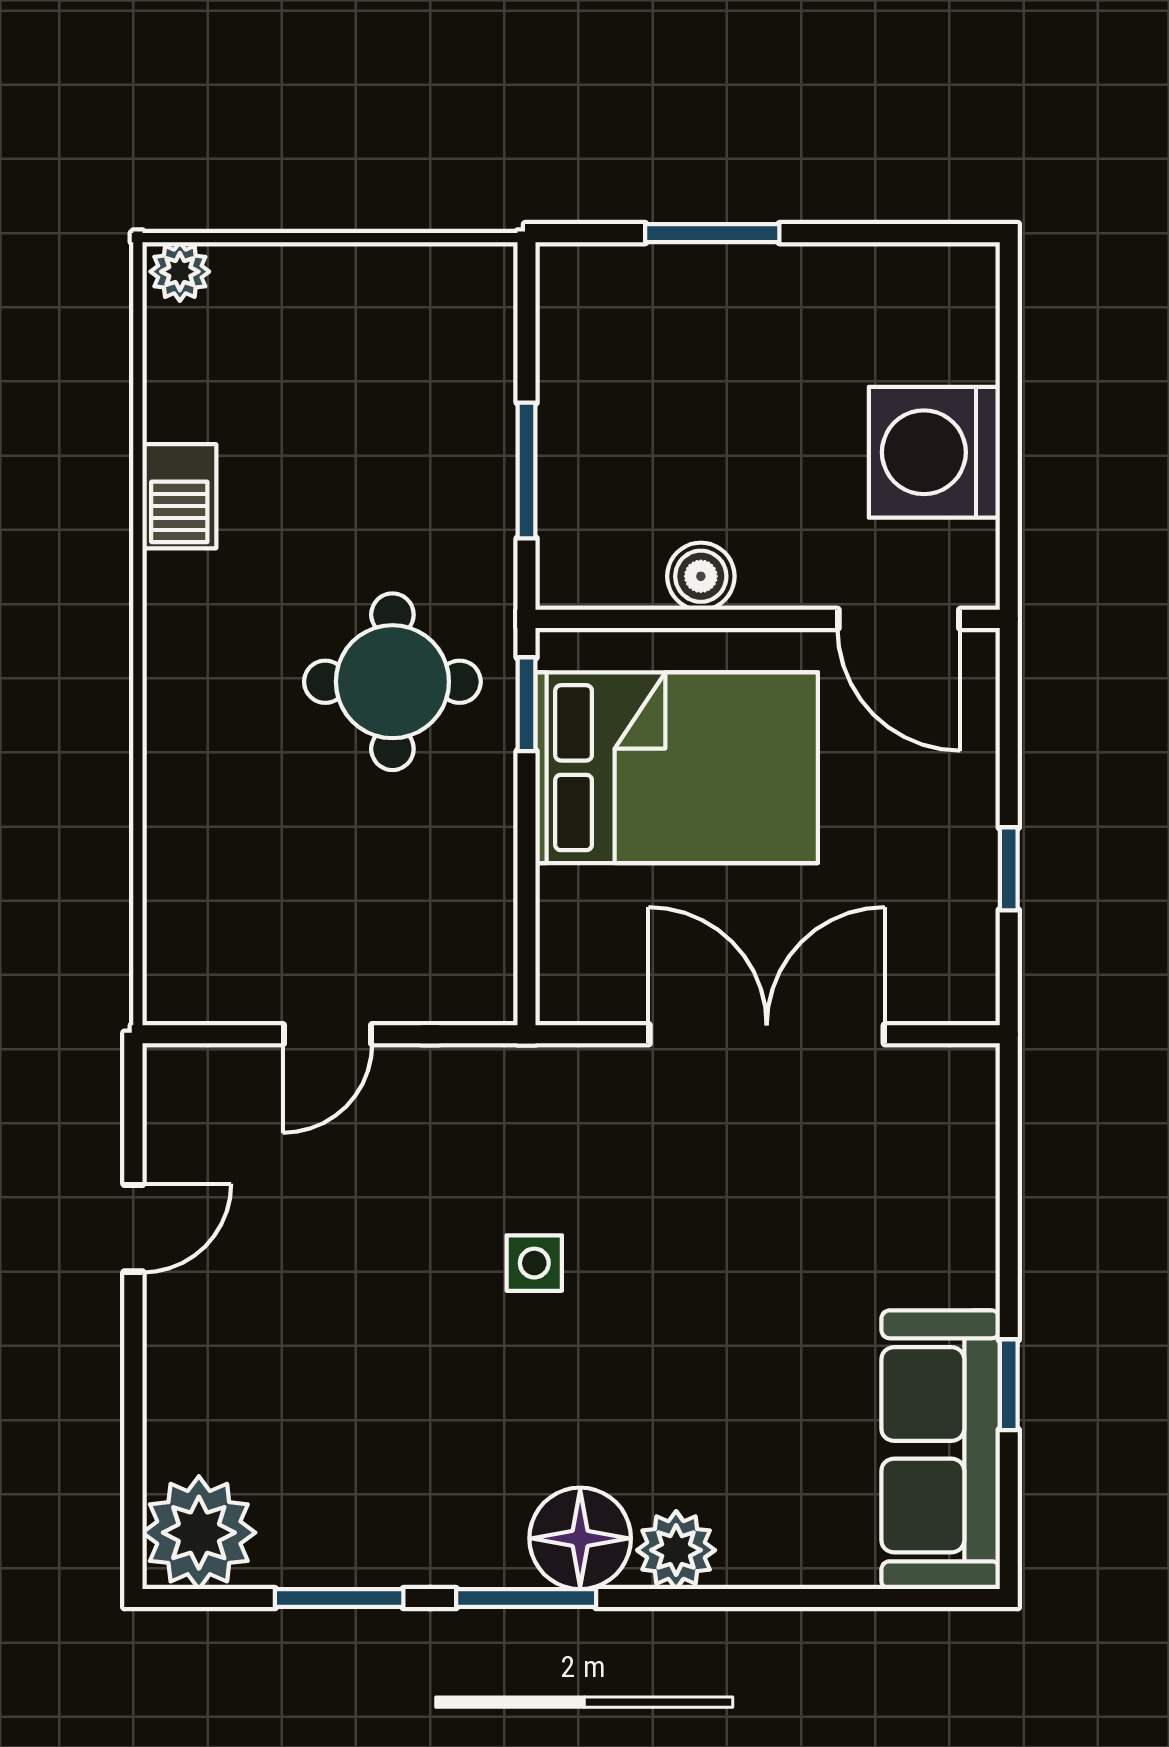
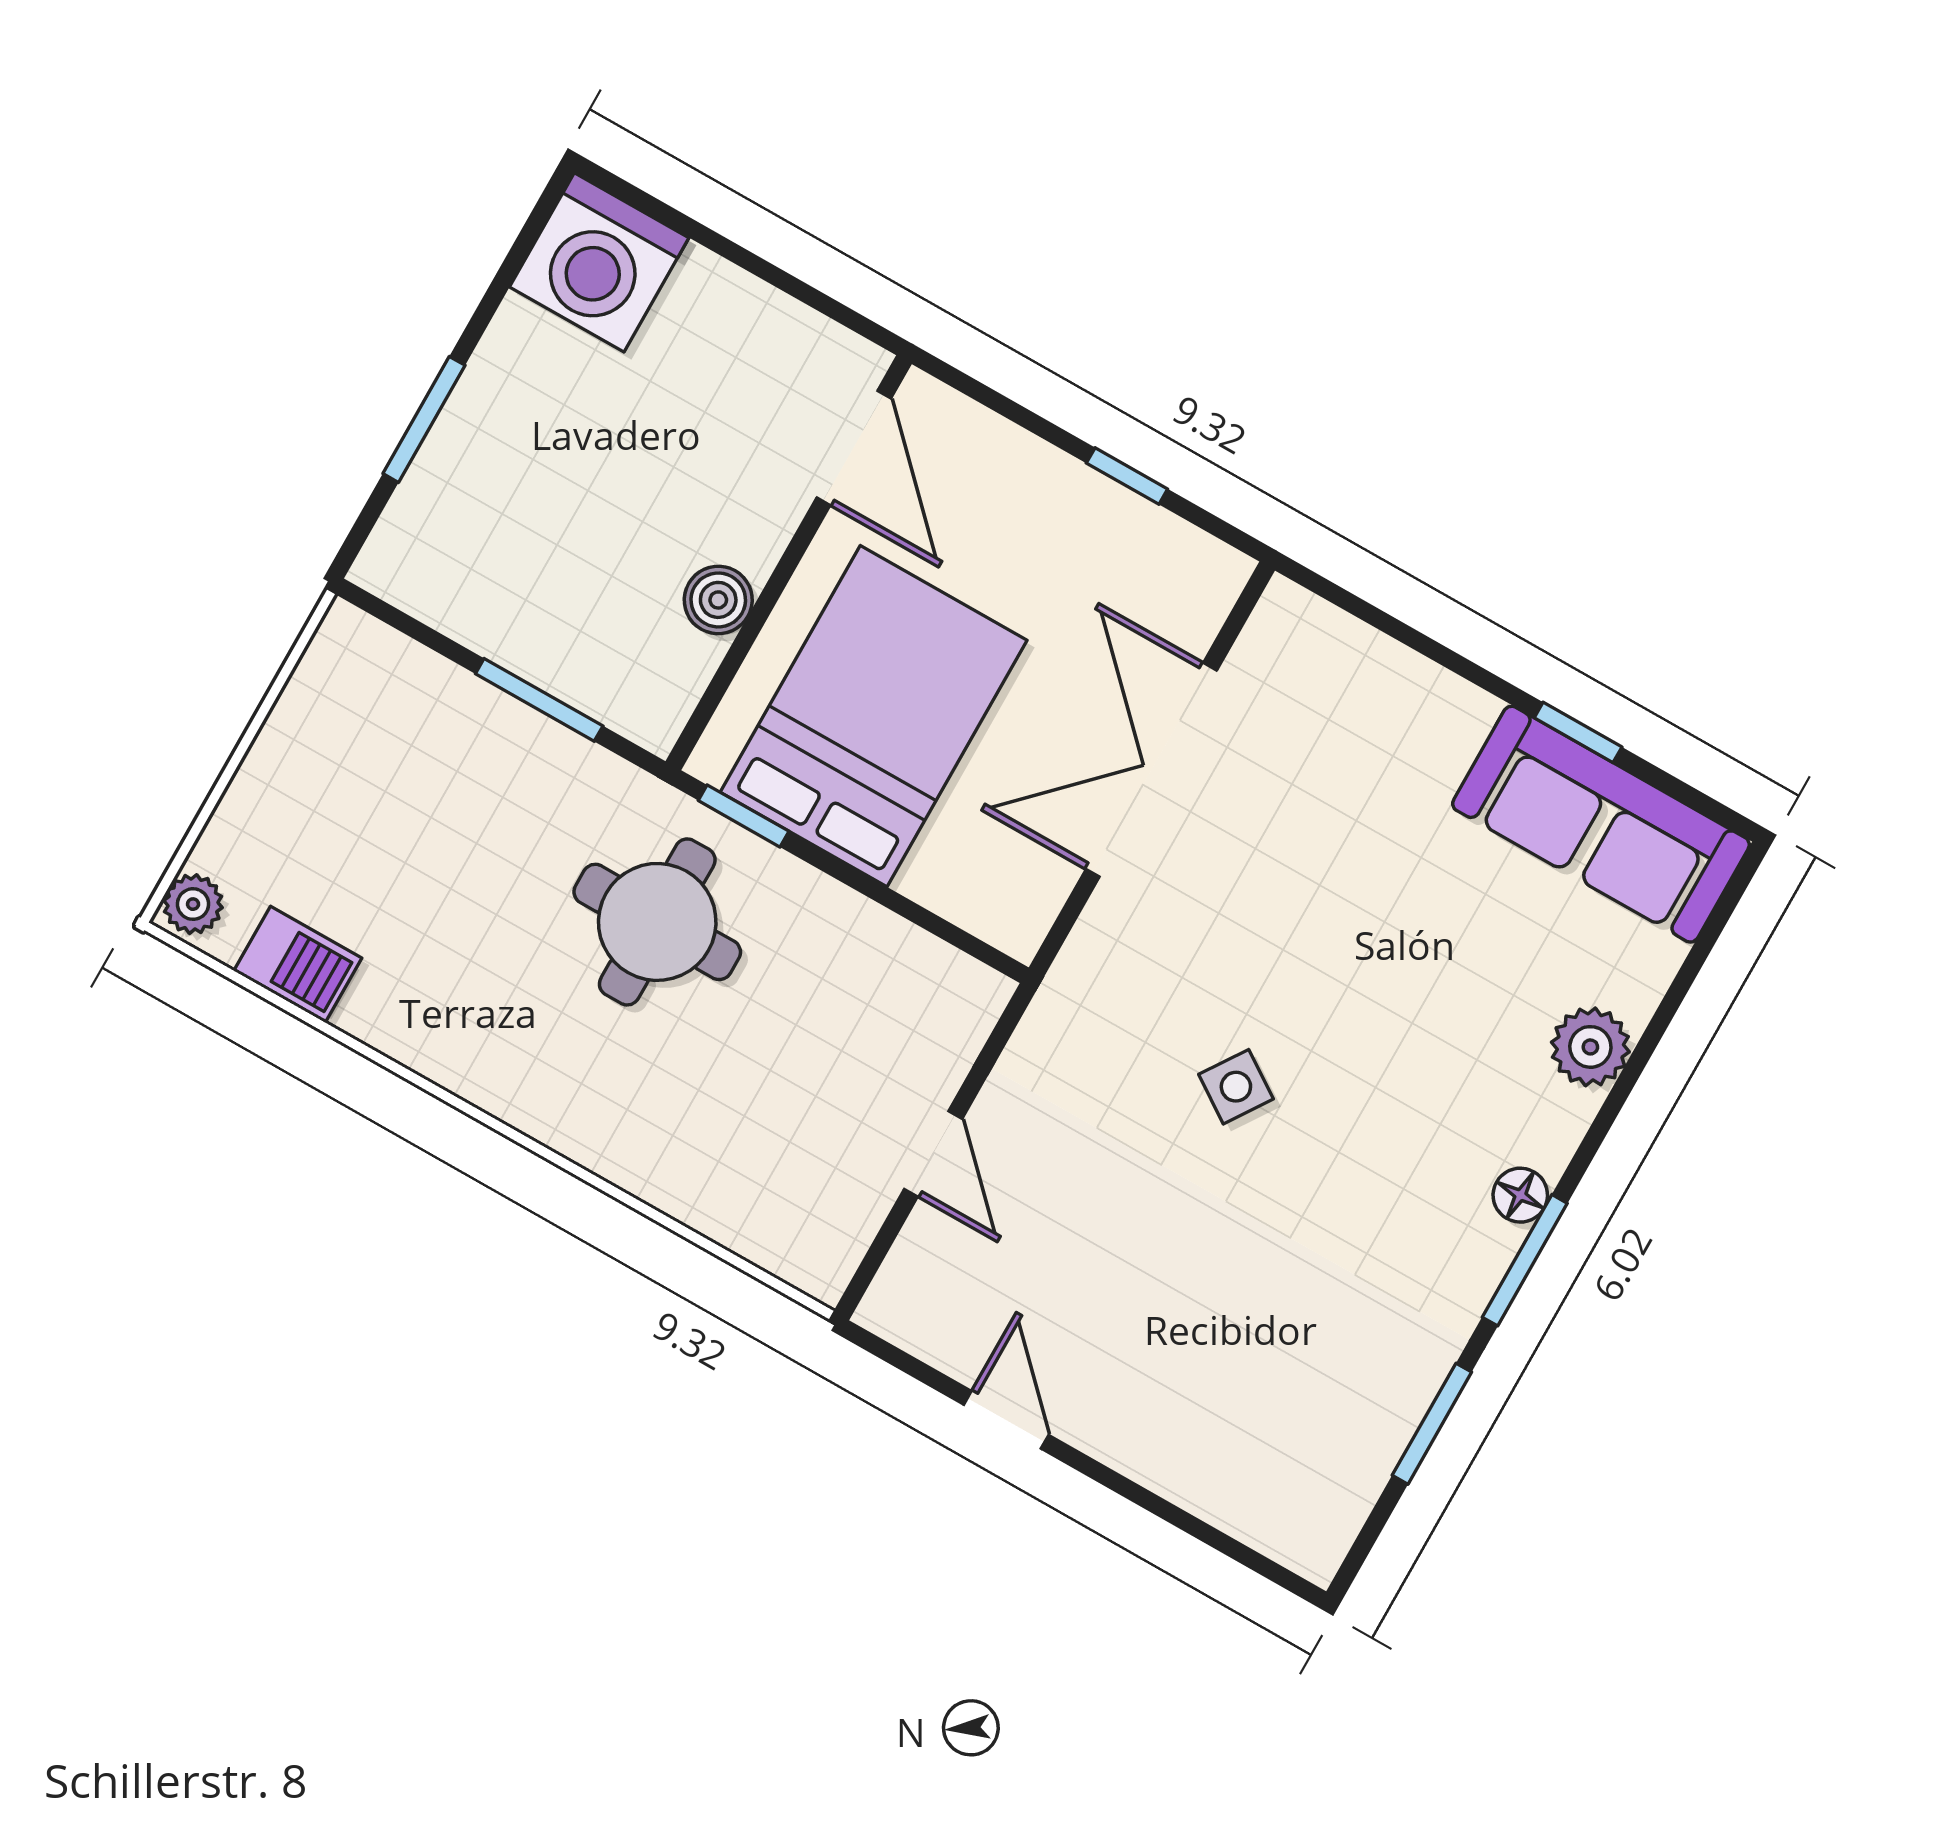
washing machine: (934, 452) -> (599, 262), moved
barbecue: (179, 496) -> (298, 964), moved
door: (899, 619) -> (854, 448), hinge flipped
side table: (534, 1263) -> (1236, 1087), turned 34
plant: (199, 1533) -> (1305, 1514), removed
floor lamp: (580, 1538) -> (1520, 1195), width x0.53, depth x0.53
plant: (676, 1550) -> (1590, 1047), moved

